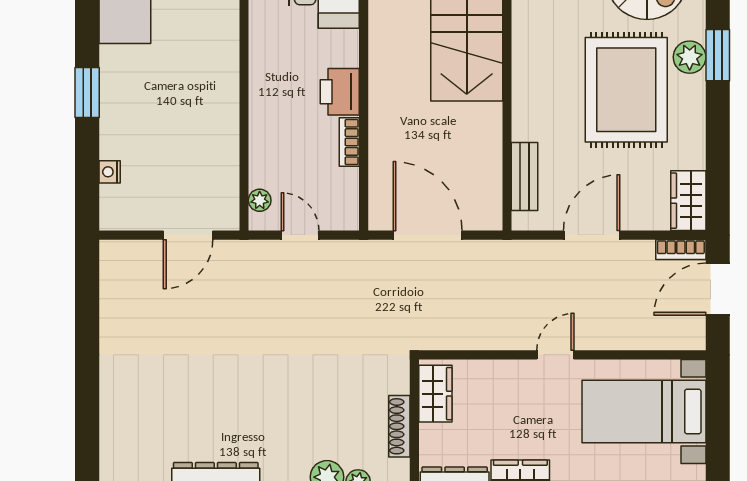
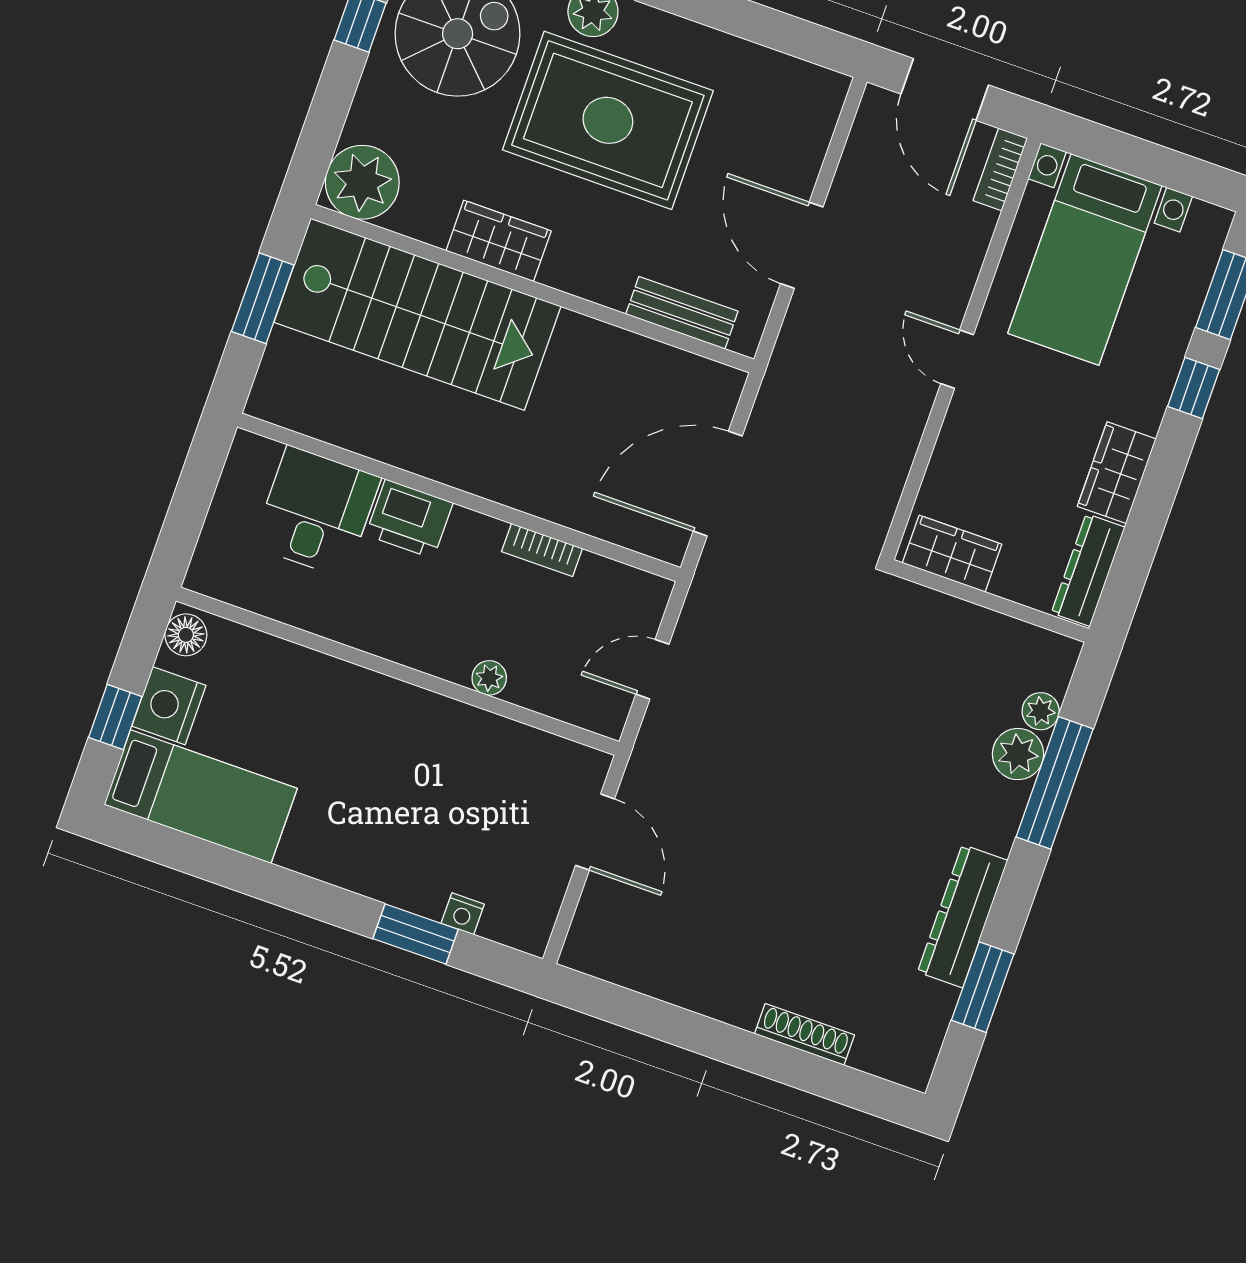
window: (87, 92) -> (415, 934), moved
printer: (340, 92) -> (409, 519), moved
plant: (260, 200) -> (489, 678), moved
wardrobe: (688, 201) -> (499, 241), moved, turned 180
bookcase: (681, 250) -> (1000, 169), moved, turned 180
shoe rack: (399, 426) -> (805, 1034), moved, turned 180

